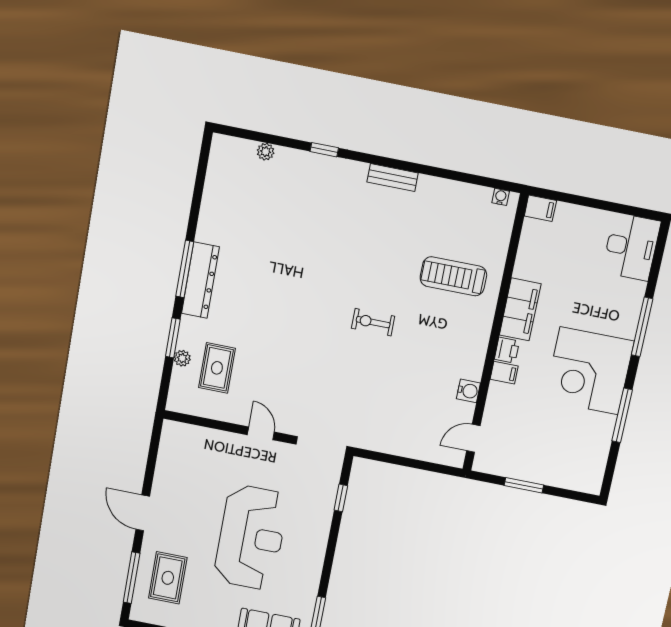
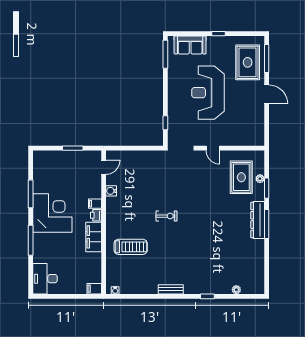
rug: (217, 368) -> (241, 177), width x1.36, depth x1.43
rug: (168, 578) -> (248, 62), width x1.36, depth x1.43

